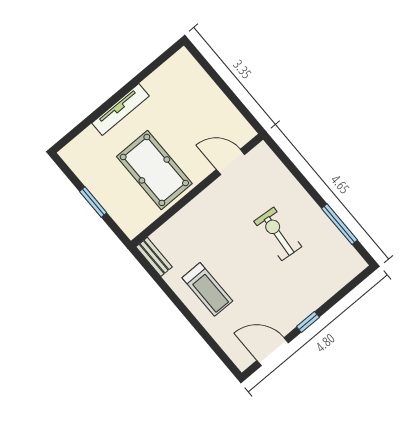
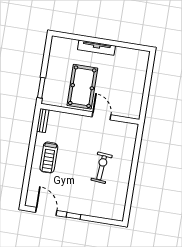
door: (231, 162) -> (101, 116), moved
window: (93, 202) -> (41, 88), moved
window: (339, 224) -> (130, 192), removed

